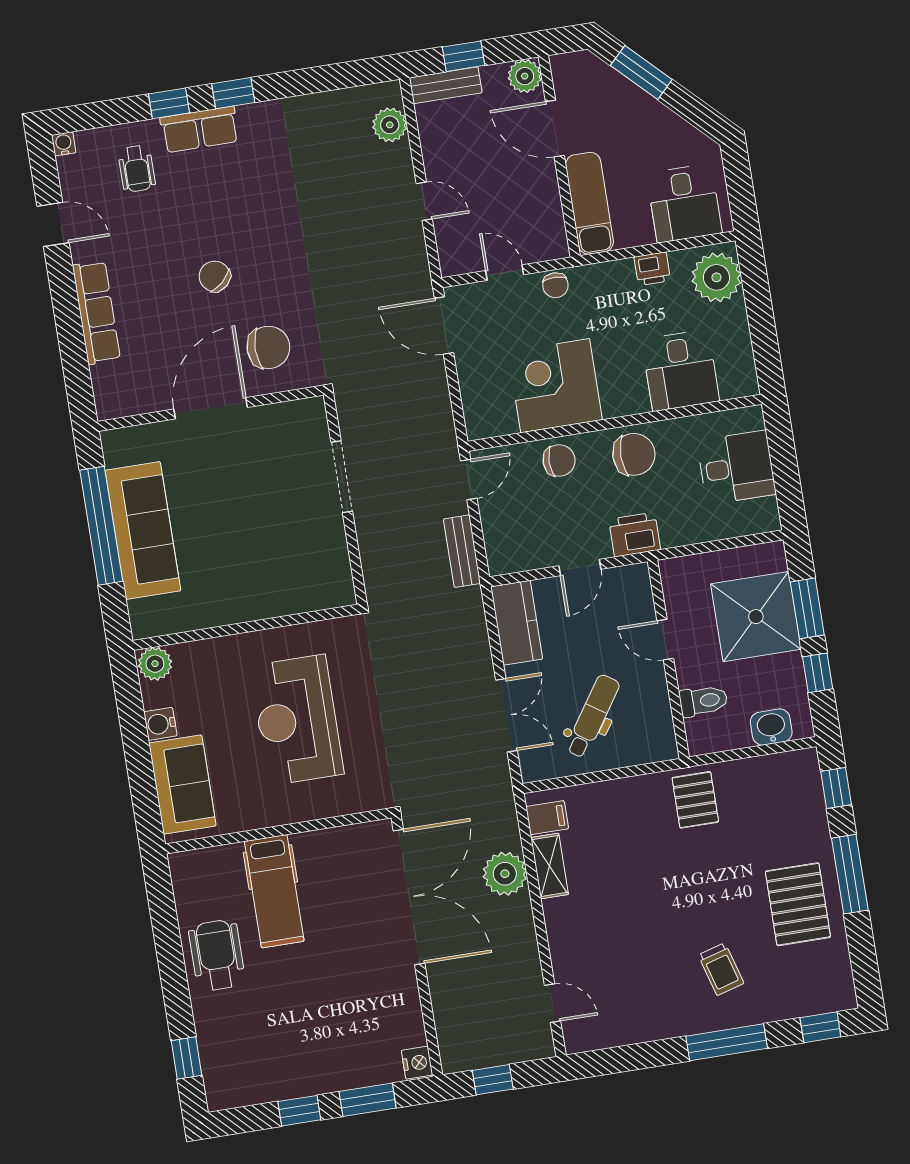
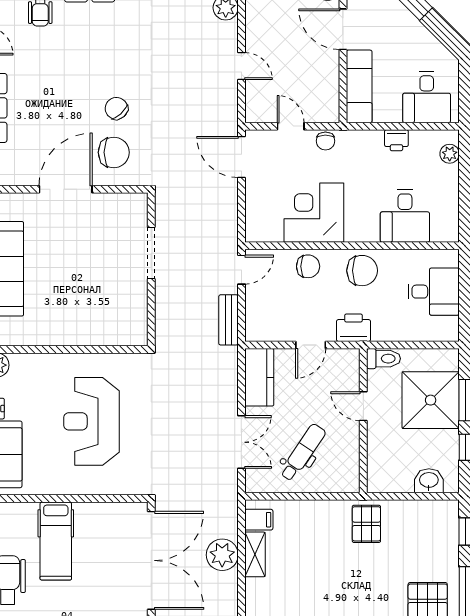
chair: (215, 276) -> (116, 108), moved
plant: (716, 277) -> (450, 154), width x0.53, depth x0.53
toilet: (703, 701) -> (383, 359), moved

